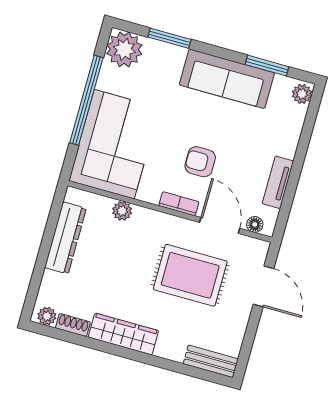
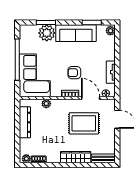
plant: (124, 49) -> (47, 33), moved
wardrobe: (123, 334) -> (76, 157), moved

